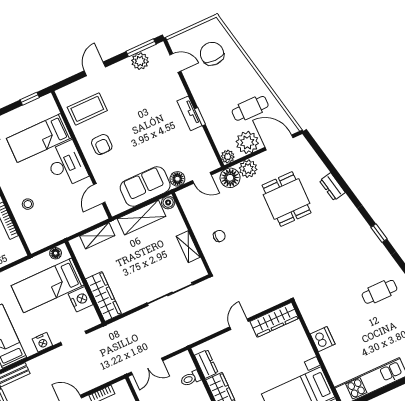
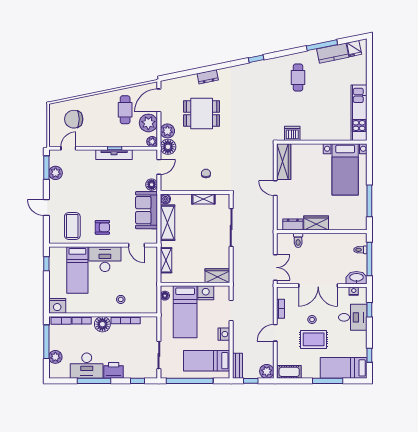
tv unit: (190, 113) -> (114, 155), width x1.41
wardrobe: (103, 296) -> (217, 276), width x0.67
dishwasher: (323, 339) -> (292, 133), moved

